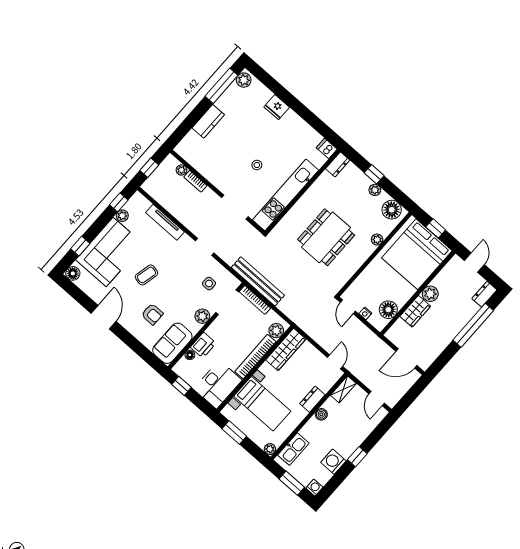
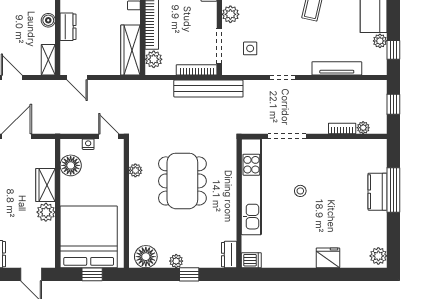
window: (222, 86) -> (393, 190), moved
plant: (377, 240) -> (135, 170), moved

